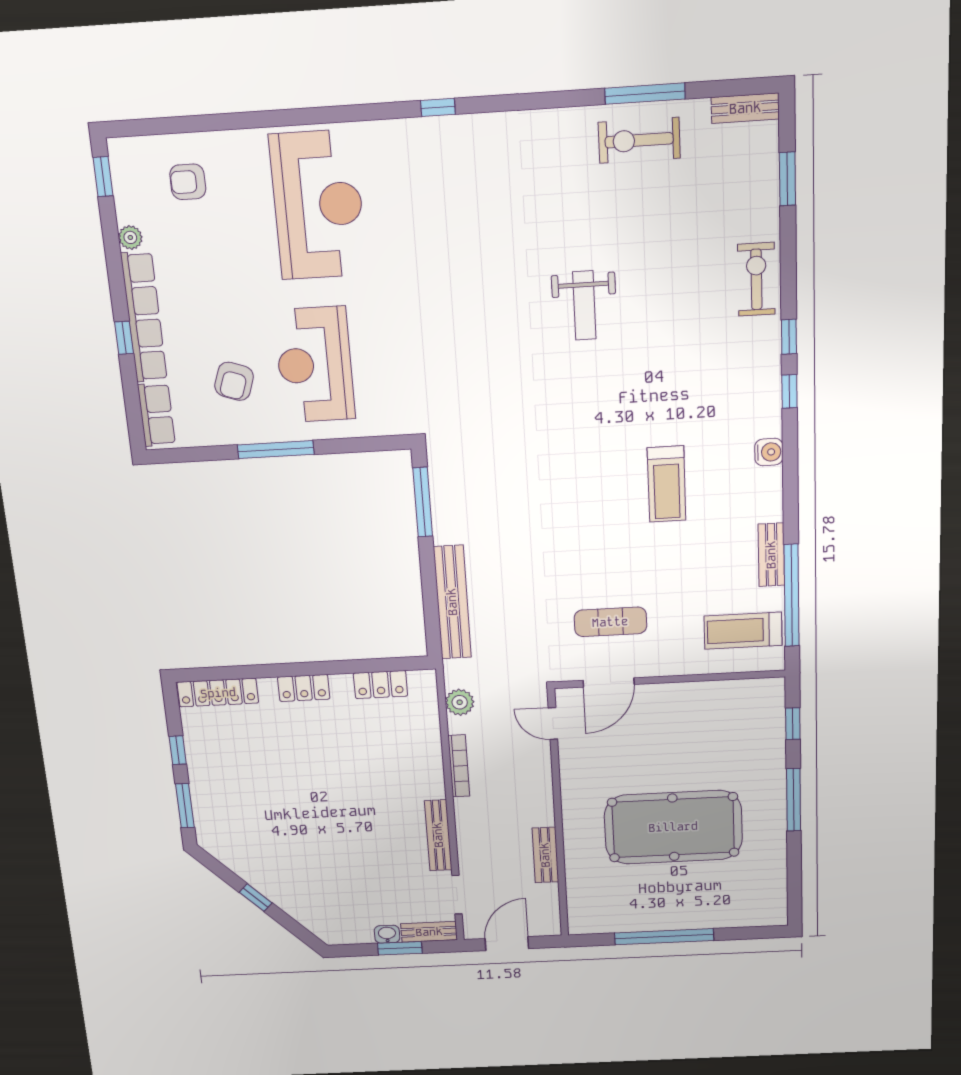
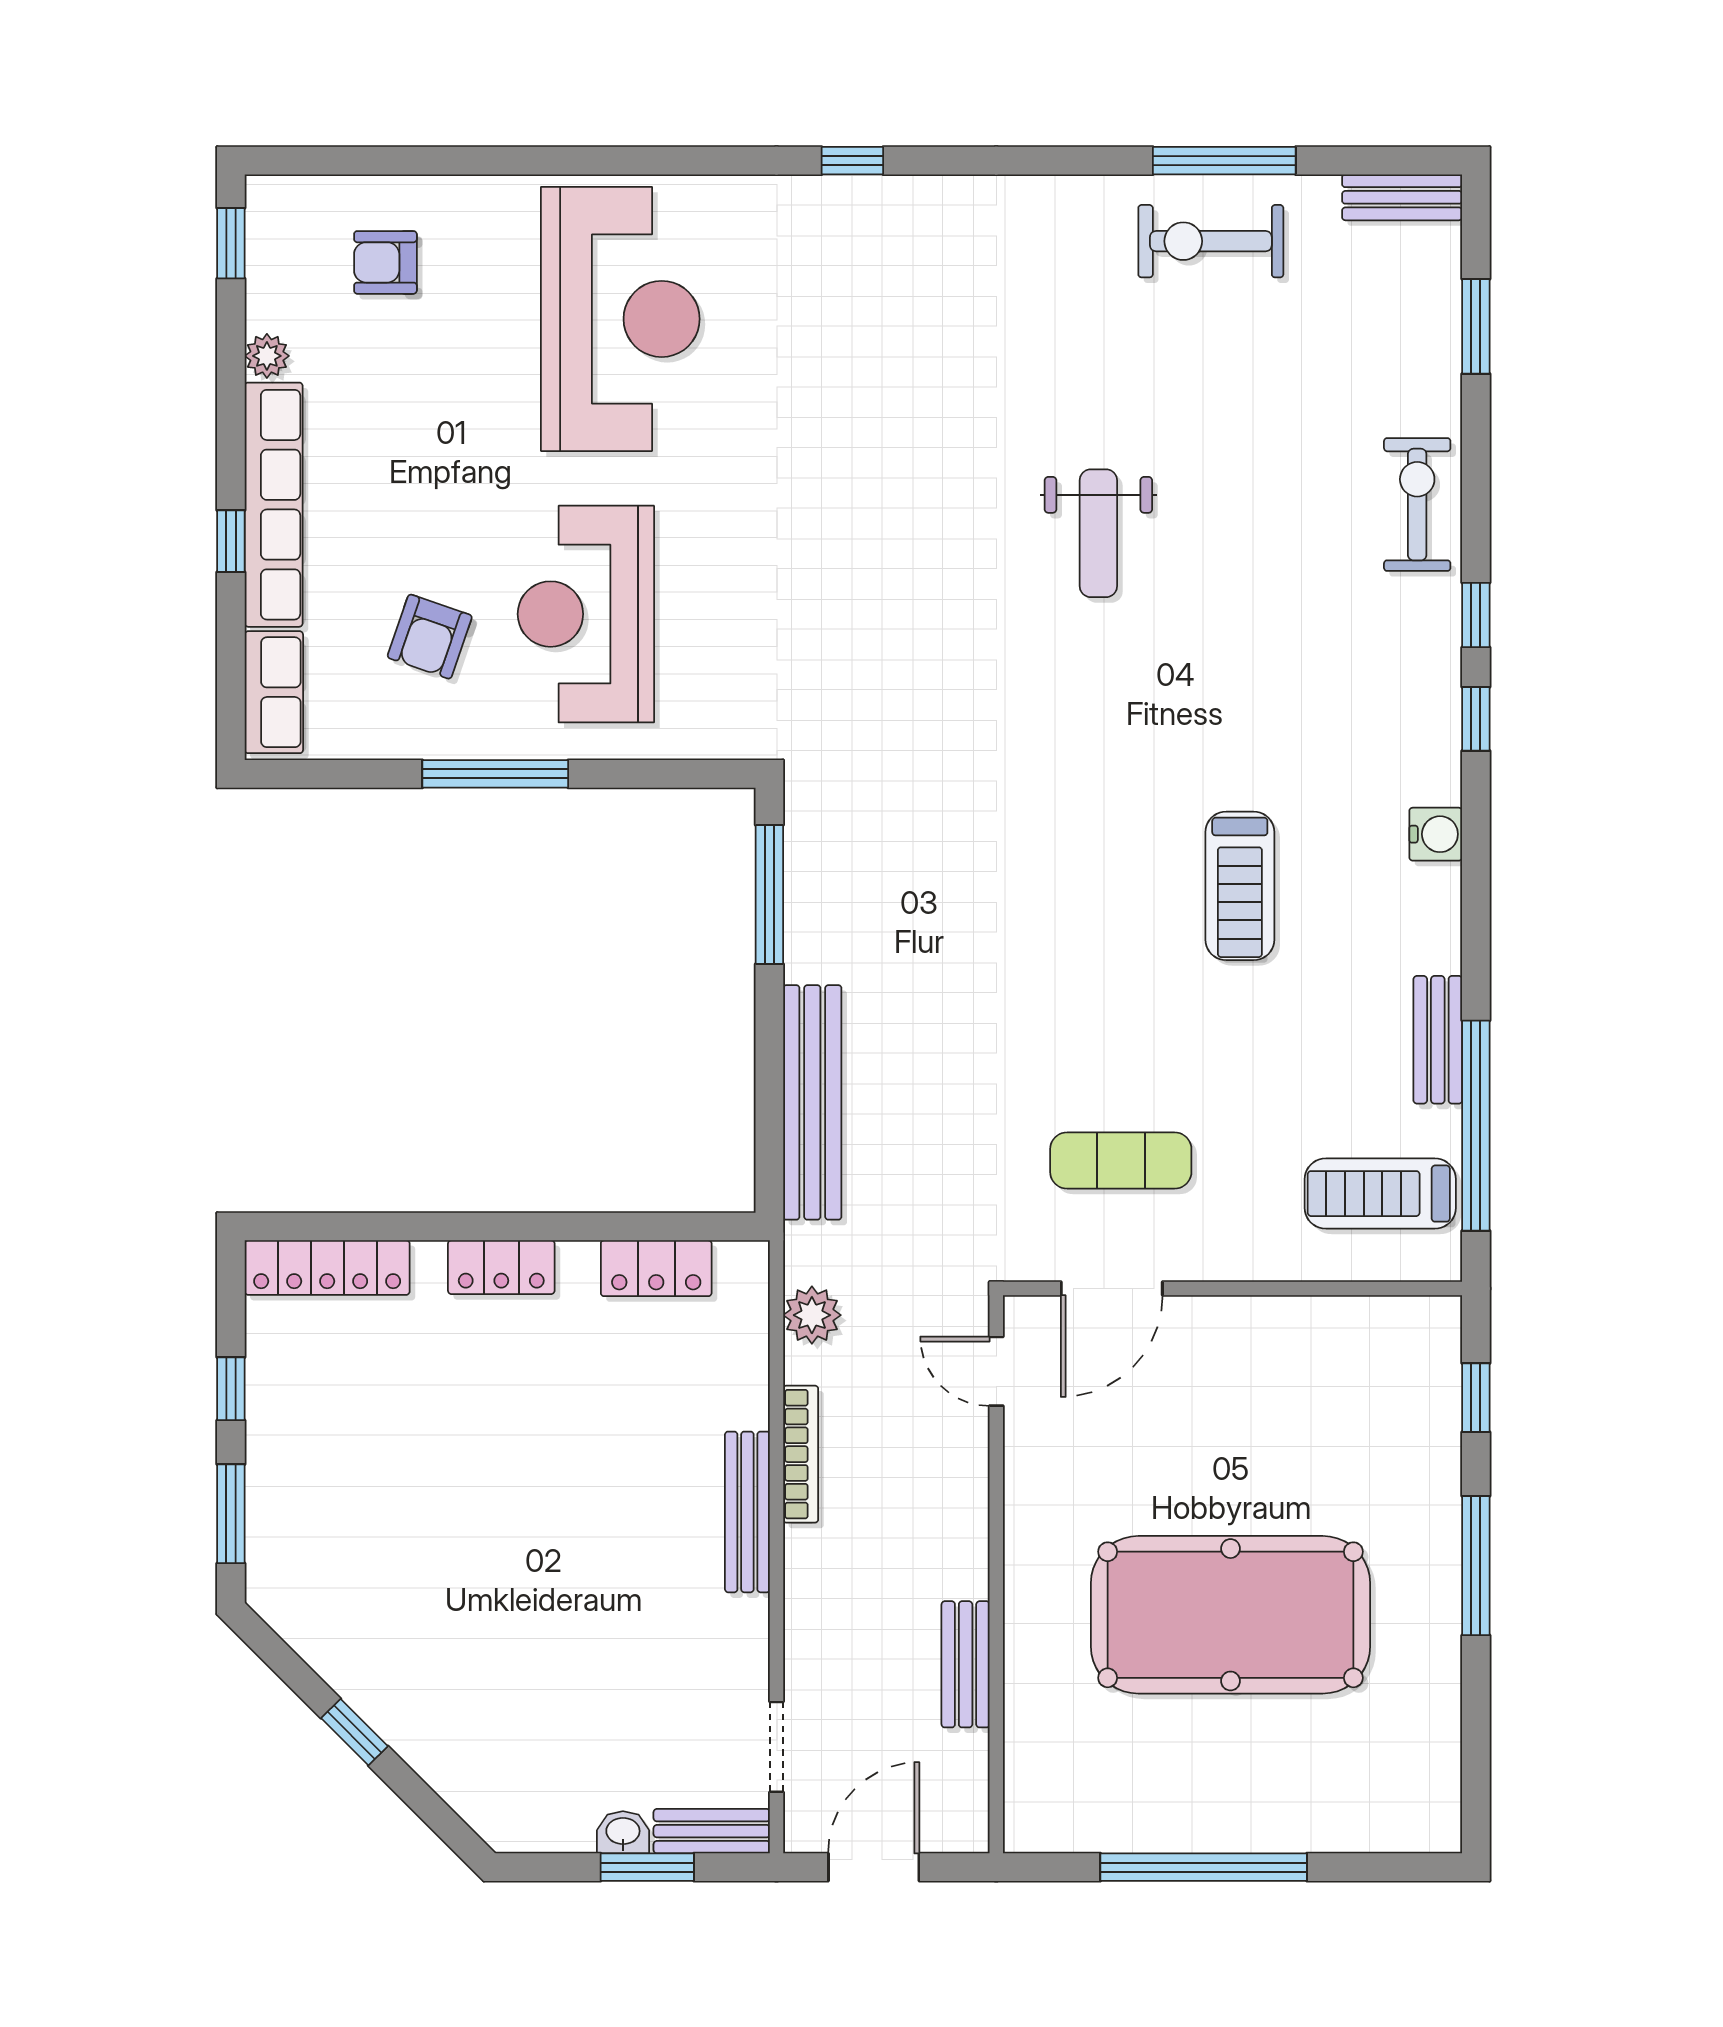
bench: (438, 835) -> (747, 1512), moved

